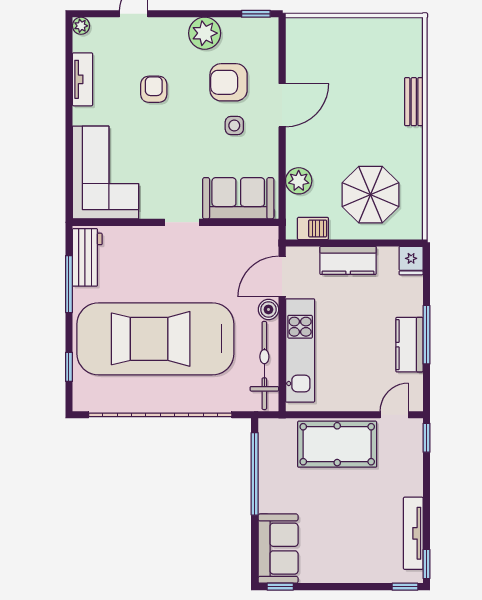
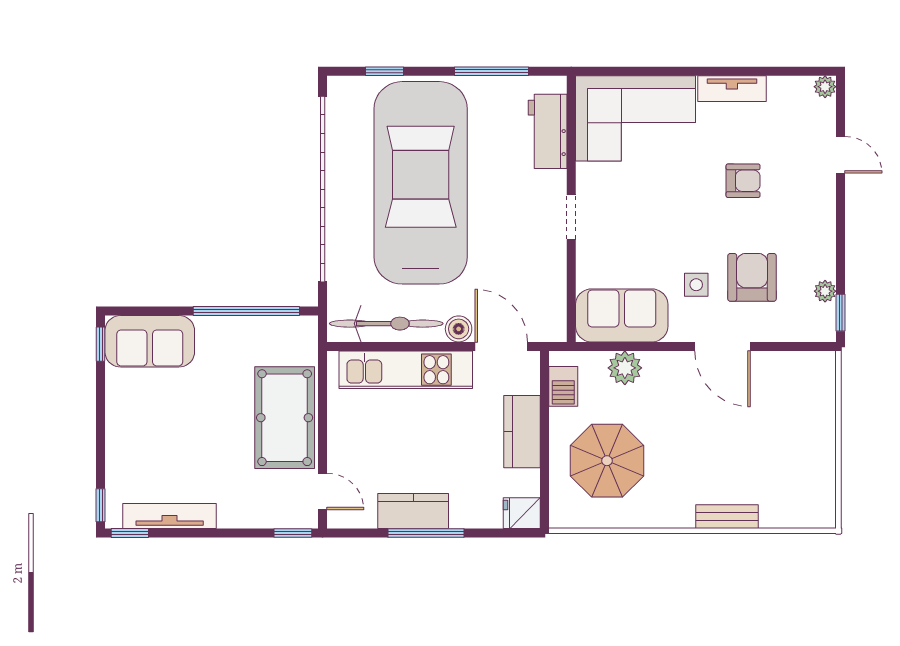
plant: (205, 33) -> (825, 291), moved, width x0.53, depth x0.53
tv unit: (82, 79) -> (732, 89), moved
sofa: (238, 198) -> (622, 315), moved, turned -90
workbench: (87, 257) -> (548, 131), moved, turned 90

